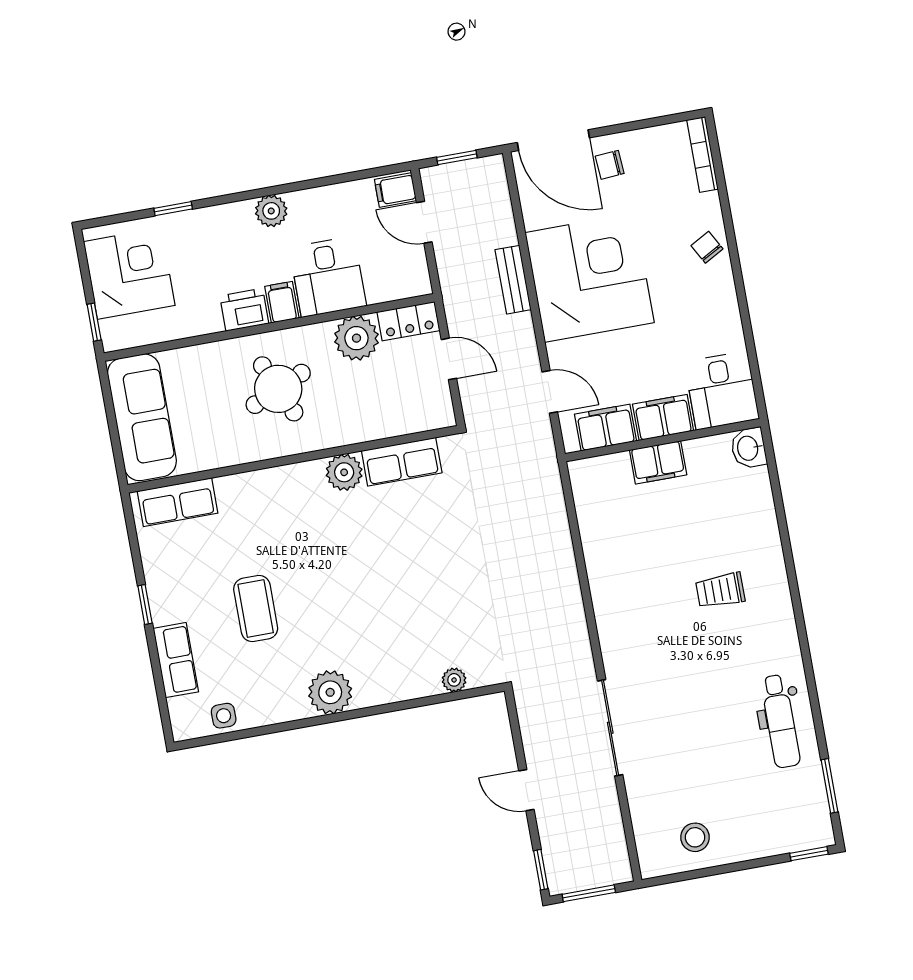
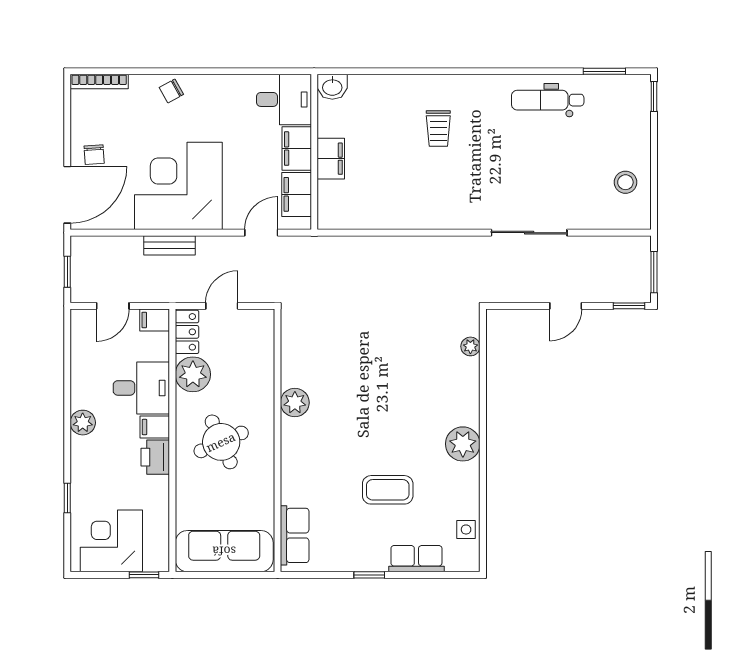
filing cabinet: (395, 190) -> (155, 320), moved, turned 90
row of seats: (402, 462) -> (295, 357), removed
dental chair: (780, 721) -> (548, 100), turned 180

